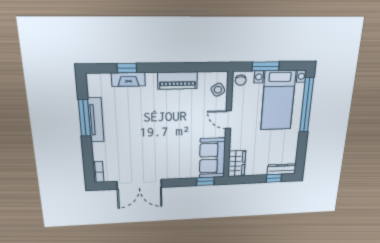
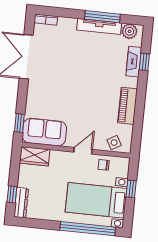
window: (266, 66) -> (131, 189), width x0.67
chair: (241, 80) -> (104, 165), moved
plant: (95, 88) -> (130, 31), added

